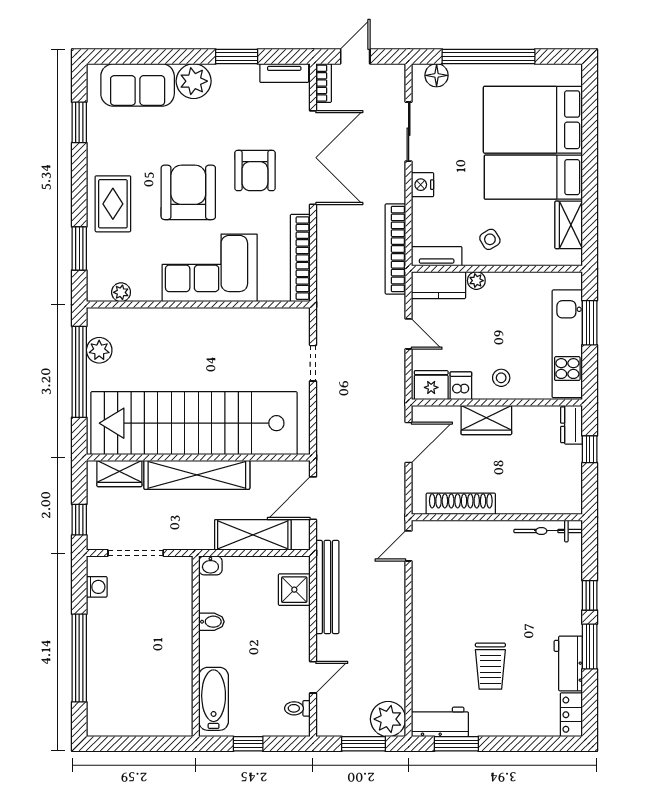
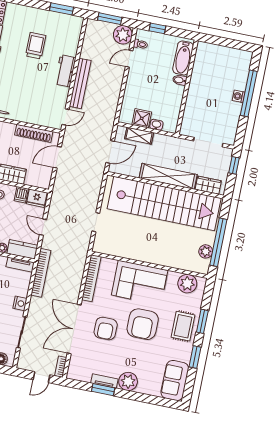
tv unit: (284, 73) -> (104, 381), moved
sofa: (138, 85) -> (175, 380), moved, turned -90
window: (79, 122) -> (195, 357), moved
armchair: (255, 171) -> (106, 328), turned 180
window: (79, 248) -> (202, 321), moved
plant: (121, 292) -> (187, 284), width x1.88, depth x1.88
door: (409, 442) -> (57, 157), moved
shelving: (253, 535) -> (139, 136), width x0.67, depth x0.75
washbasin: (210, 565) -> (156, 125), moved
washing machine: (97, 587) -> (239, 96), moved
bench: (327, 587) -> (80, 83), moved
shower: (294, 590) -> (142, 118), moved
bidet: (211, 622) -> (180, 80), moved
plant: (388, 719) -> (123, 35), moved
workbench: (440, 722) -> (65, 71), moved, turned 90
window: (248, 744) -> (157, 28), moved

